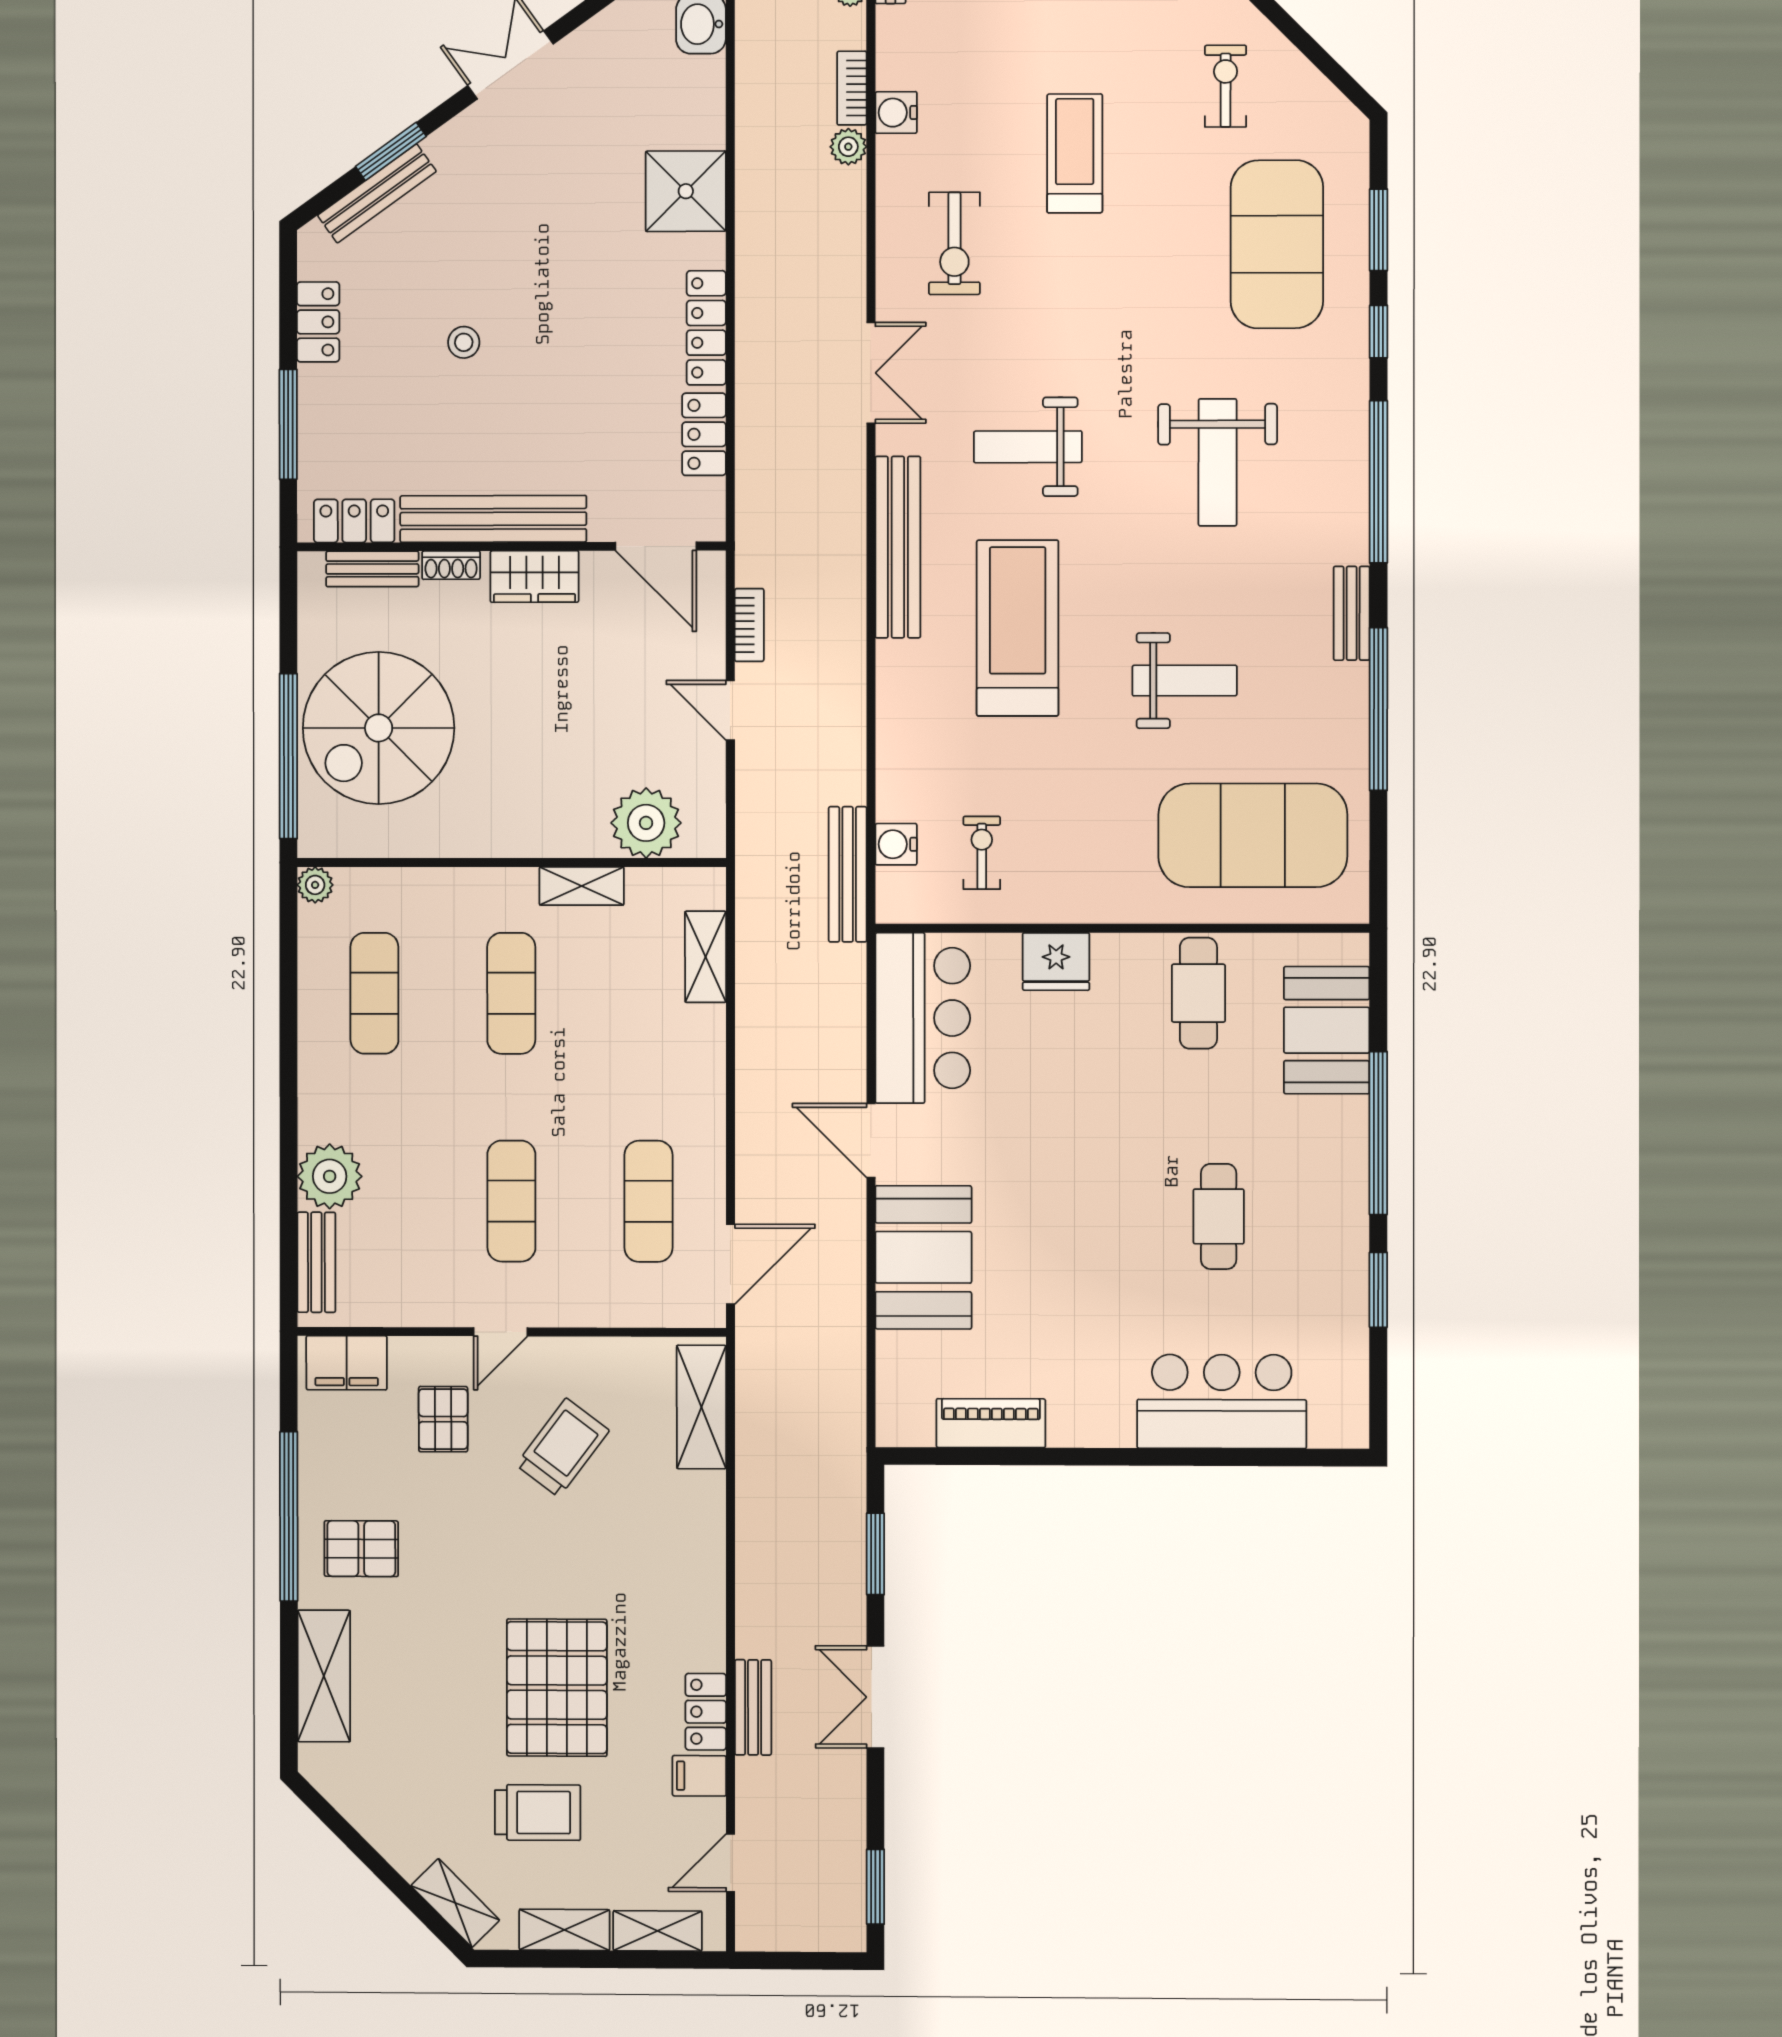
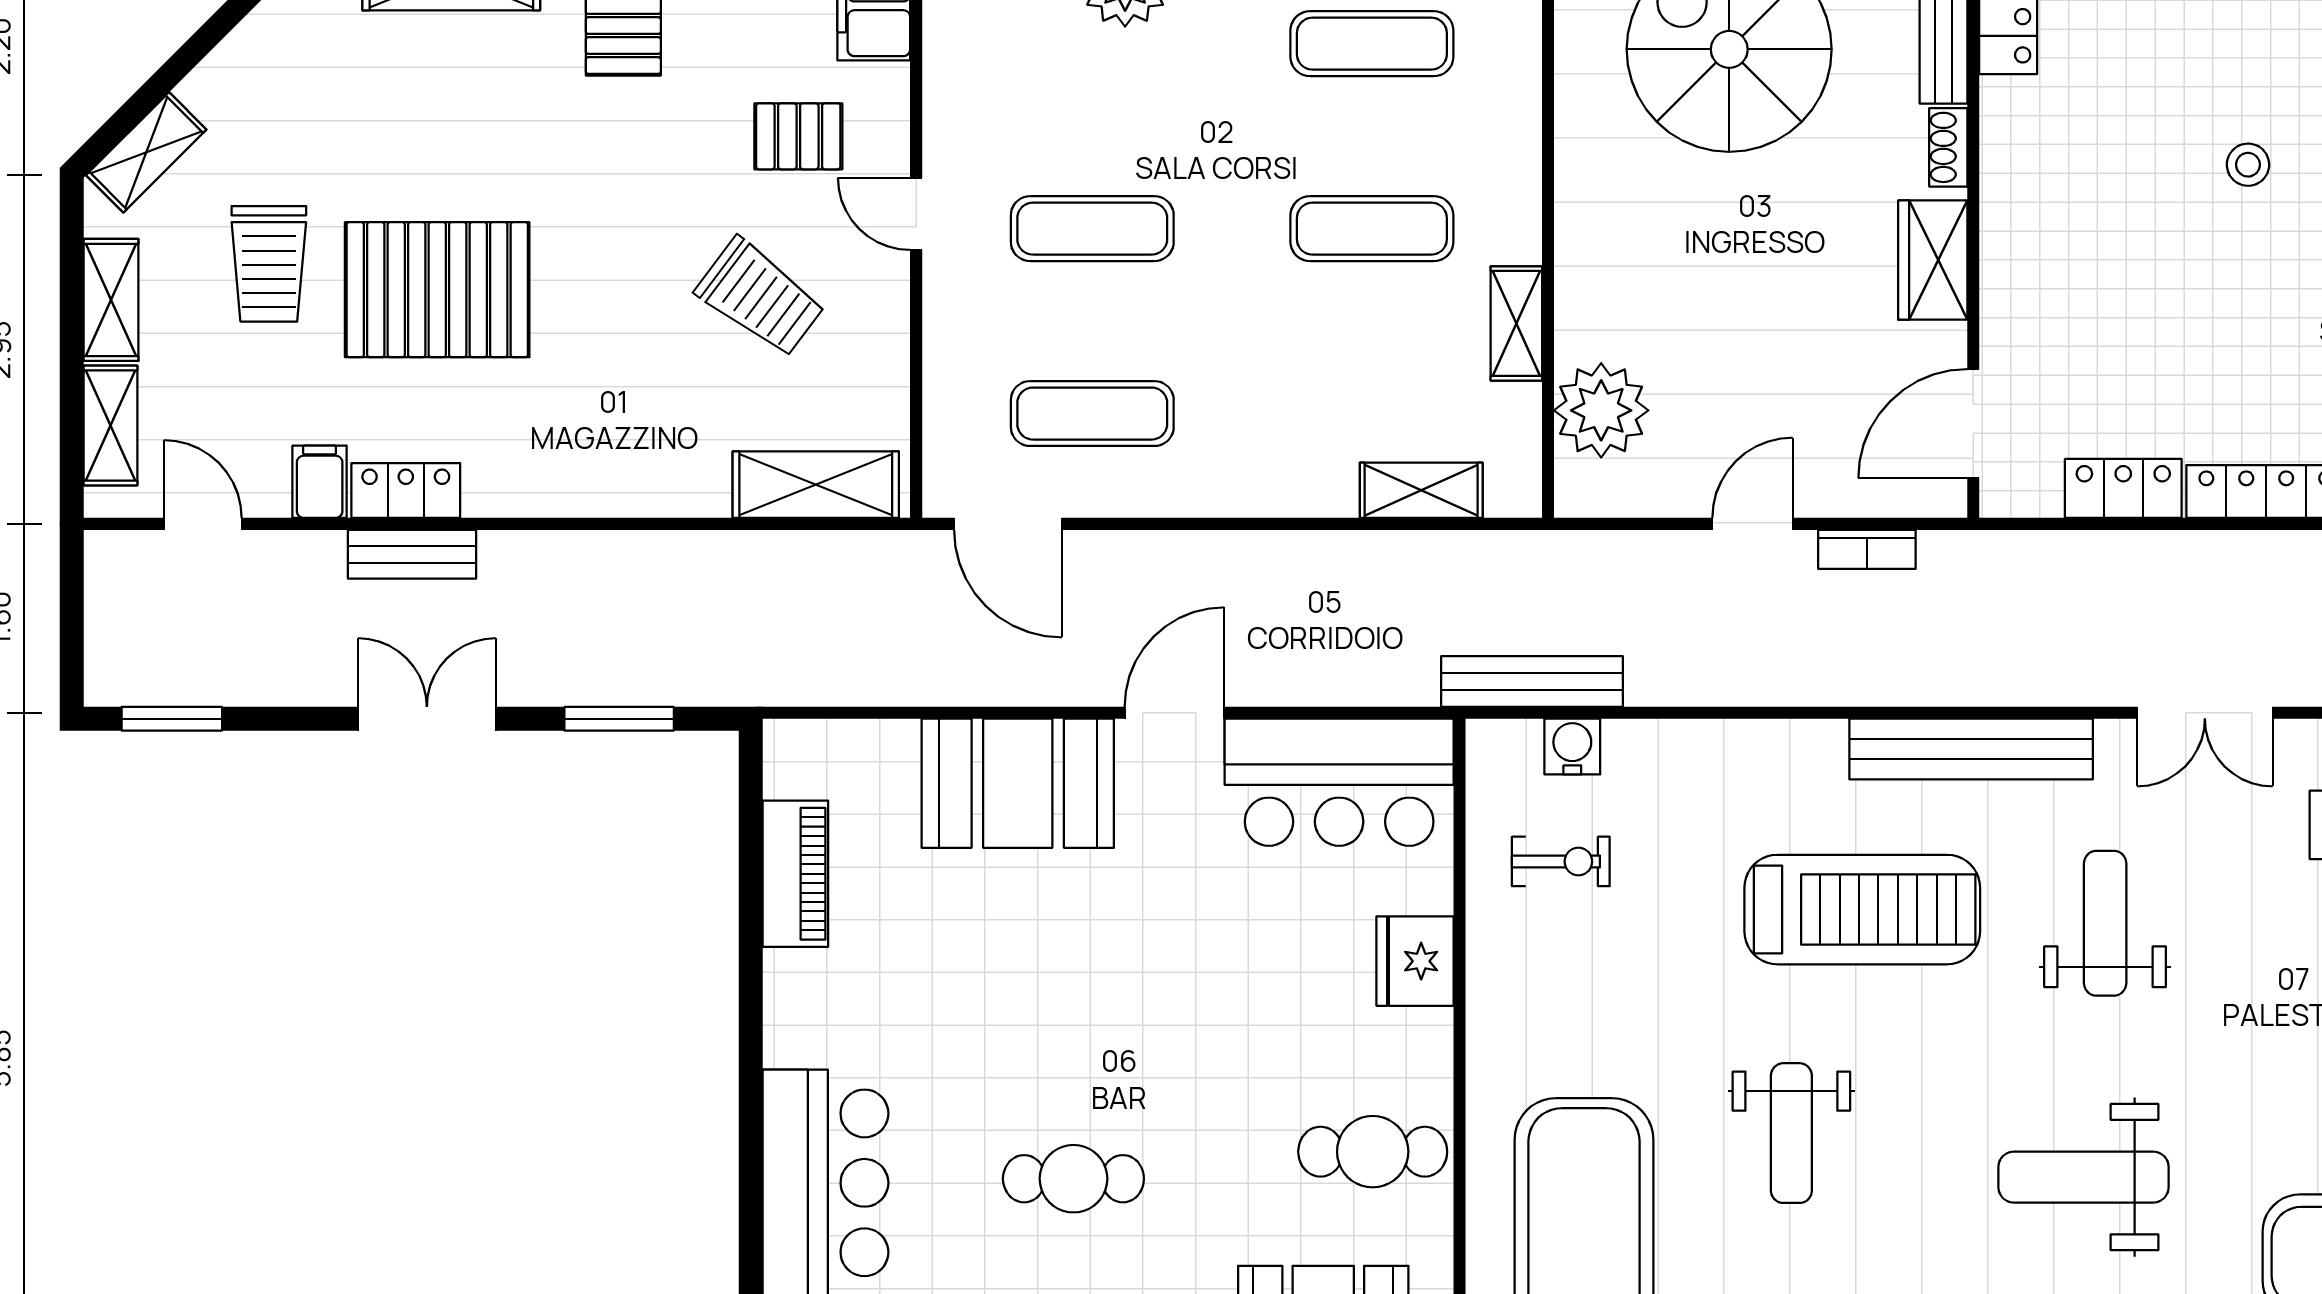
bench: (493, 519) -> (2010, 204), removed

